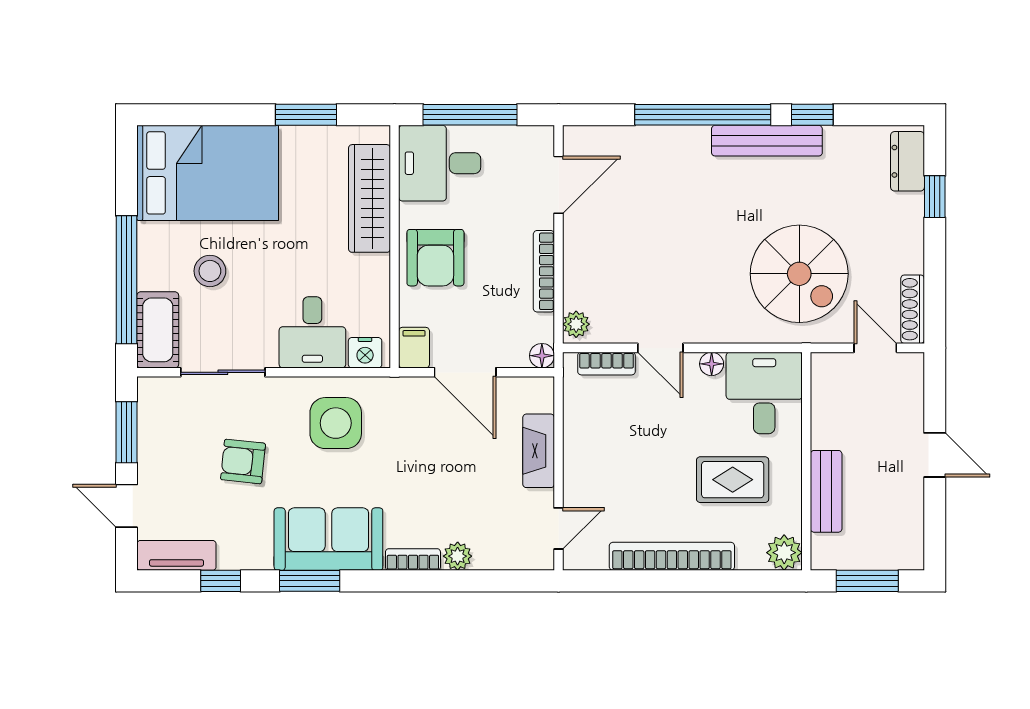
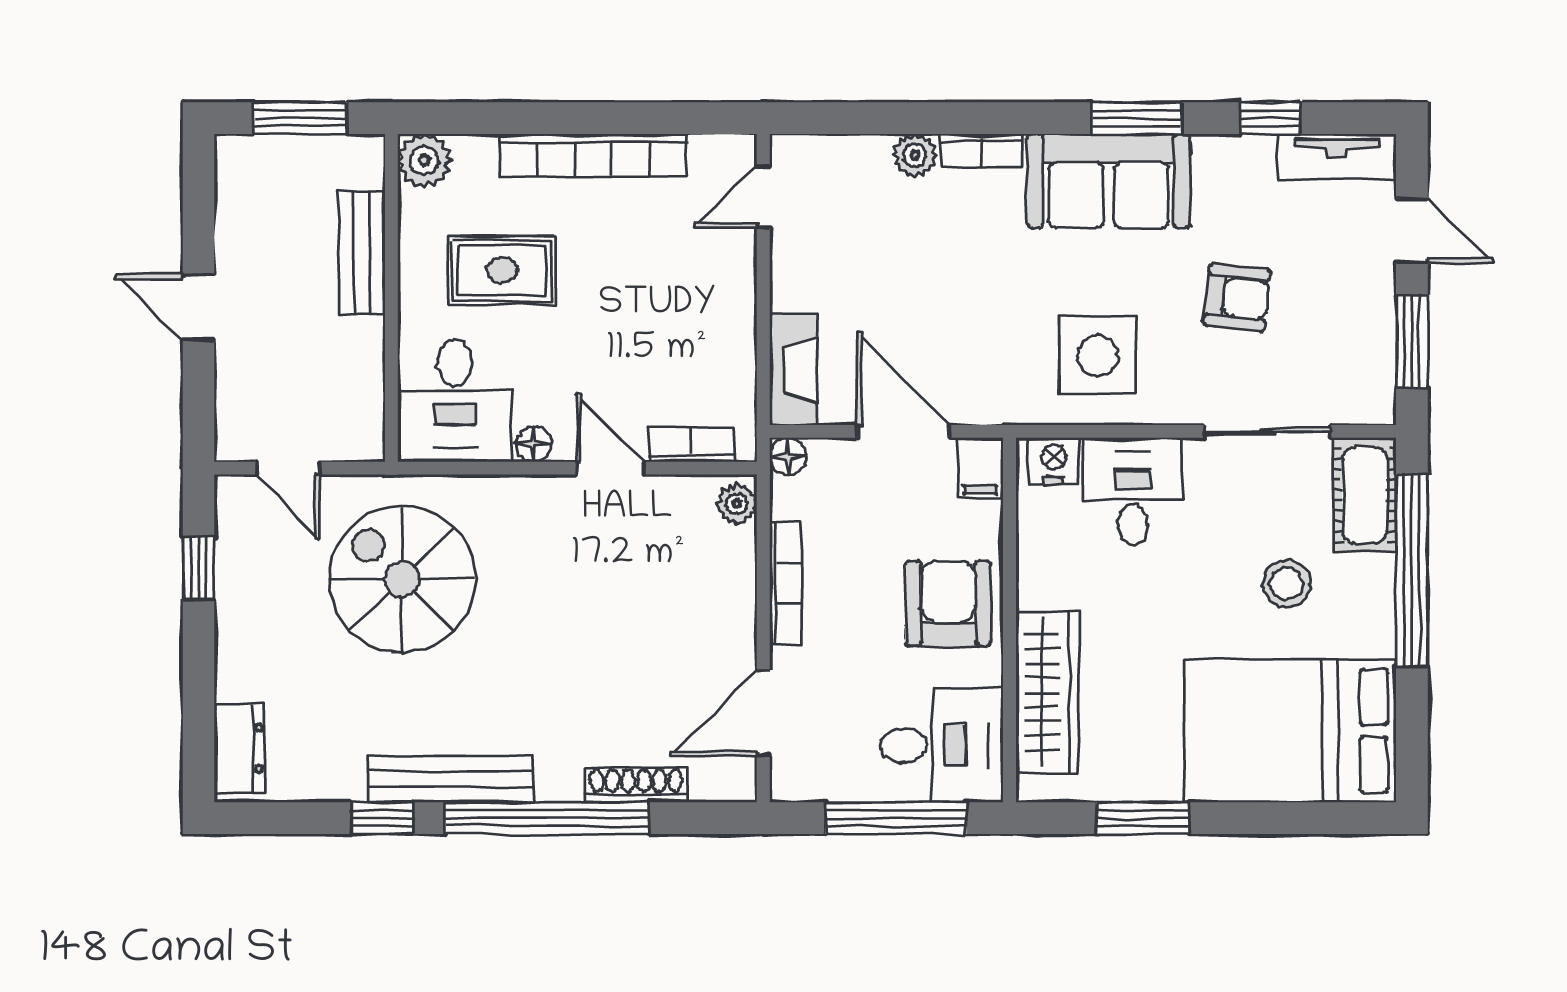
window: (935, 197) -> (199, 568), moved
shoe rack: (913, 309) -> (636, 785), moved, turned -90
fireplace: (539, 451) -> (793, 370), moved

